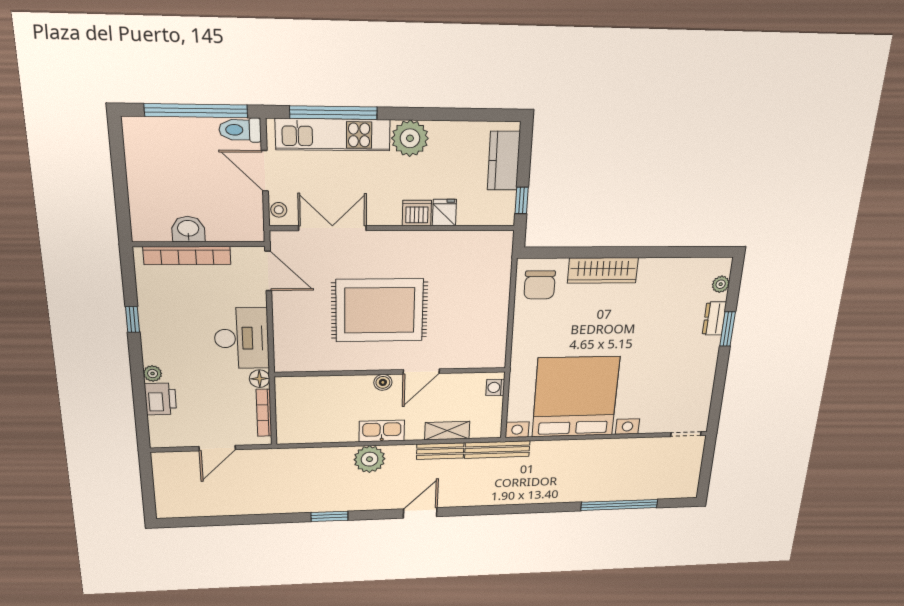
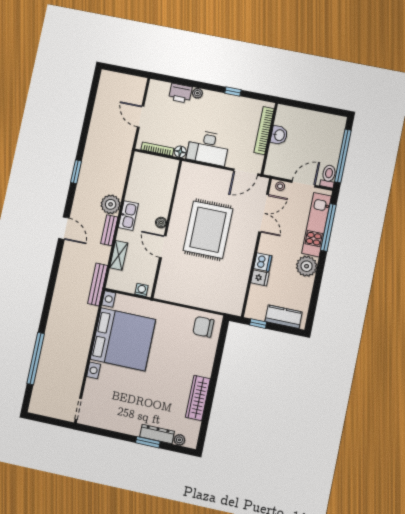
wardrobe: (603, 270) -> (198, 398), moved
dresser: (714, 318) -> (157, 434), width x1.44
bench: (440, 451) -> (109, 230), moved

